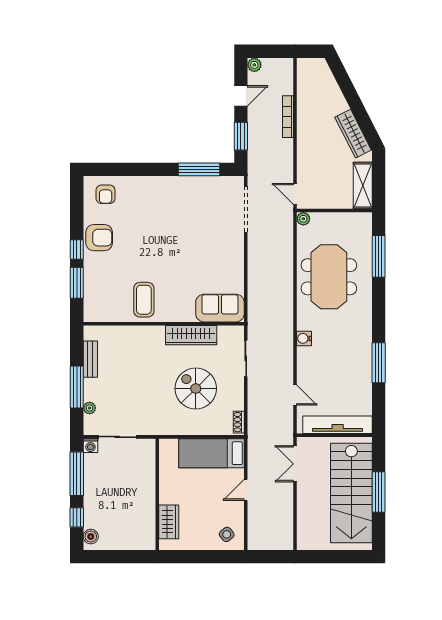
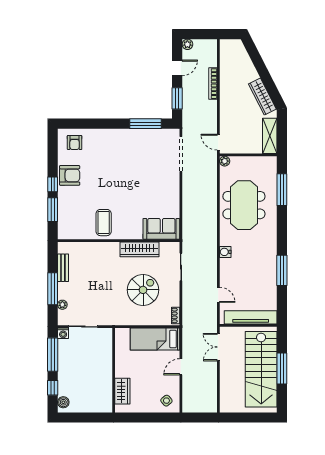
spiral stairs: (196, 389) -> (143, 290), turned 90

